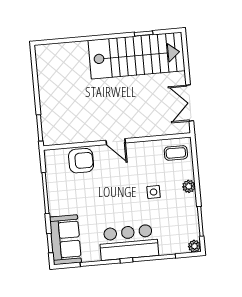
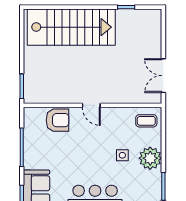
stairs: (136, 56) -> (71, 27), moved
plant: (189, 186) -> (150, 158), width x1.88, depth x1.88

